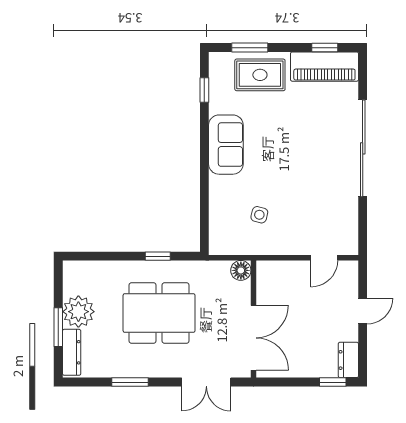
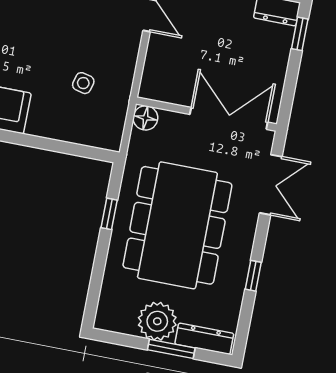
dining table: (159, 313) -> (177, 225), width x1.36, depth x1.24
window: (130, 382) -> (253, 276), width x0.67

